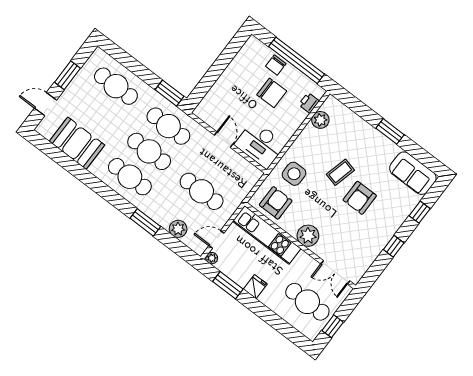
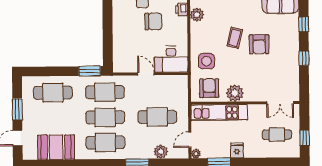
plant: (308, 236) -> (235, 93), moved
cafe table: (307, 302) -> (277, 135), width x0.73, depth x0.74

